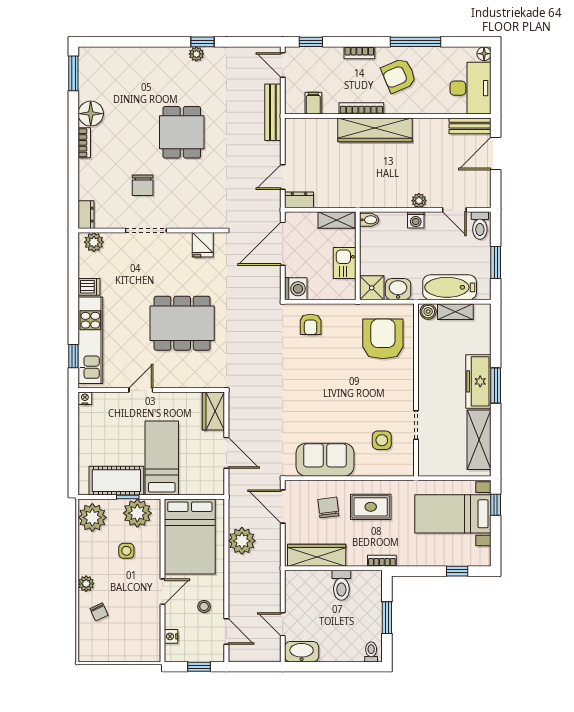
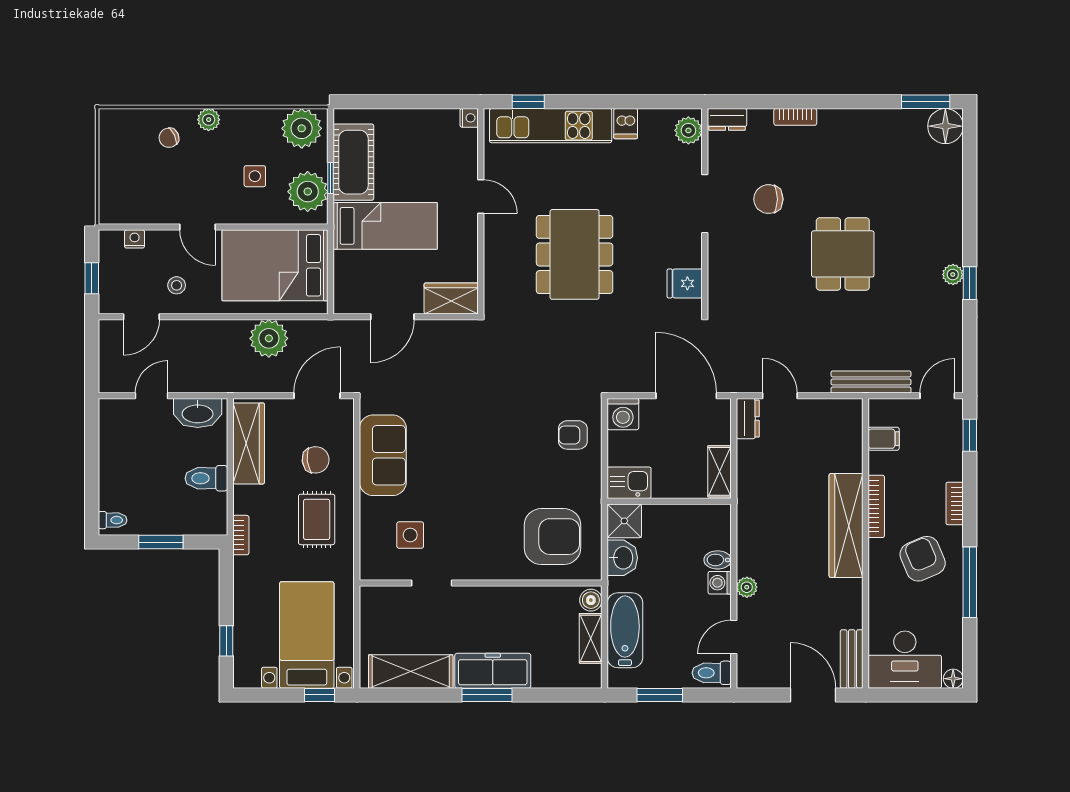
floor lamp: (91, 114) -> (945, 126), moved
dining table: (182, 132) -> (843, 254), turned 90
bookcase: (84, 143) -> (795, 117), moved
bidet: (369, 220) -> (718, 560), moved, turned 90
kitchen sink: (345, 263) -> (629, 483), moved
washbasin: (302, 652) -> (198, 413), moved, turned 90

